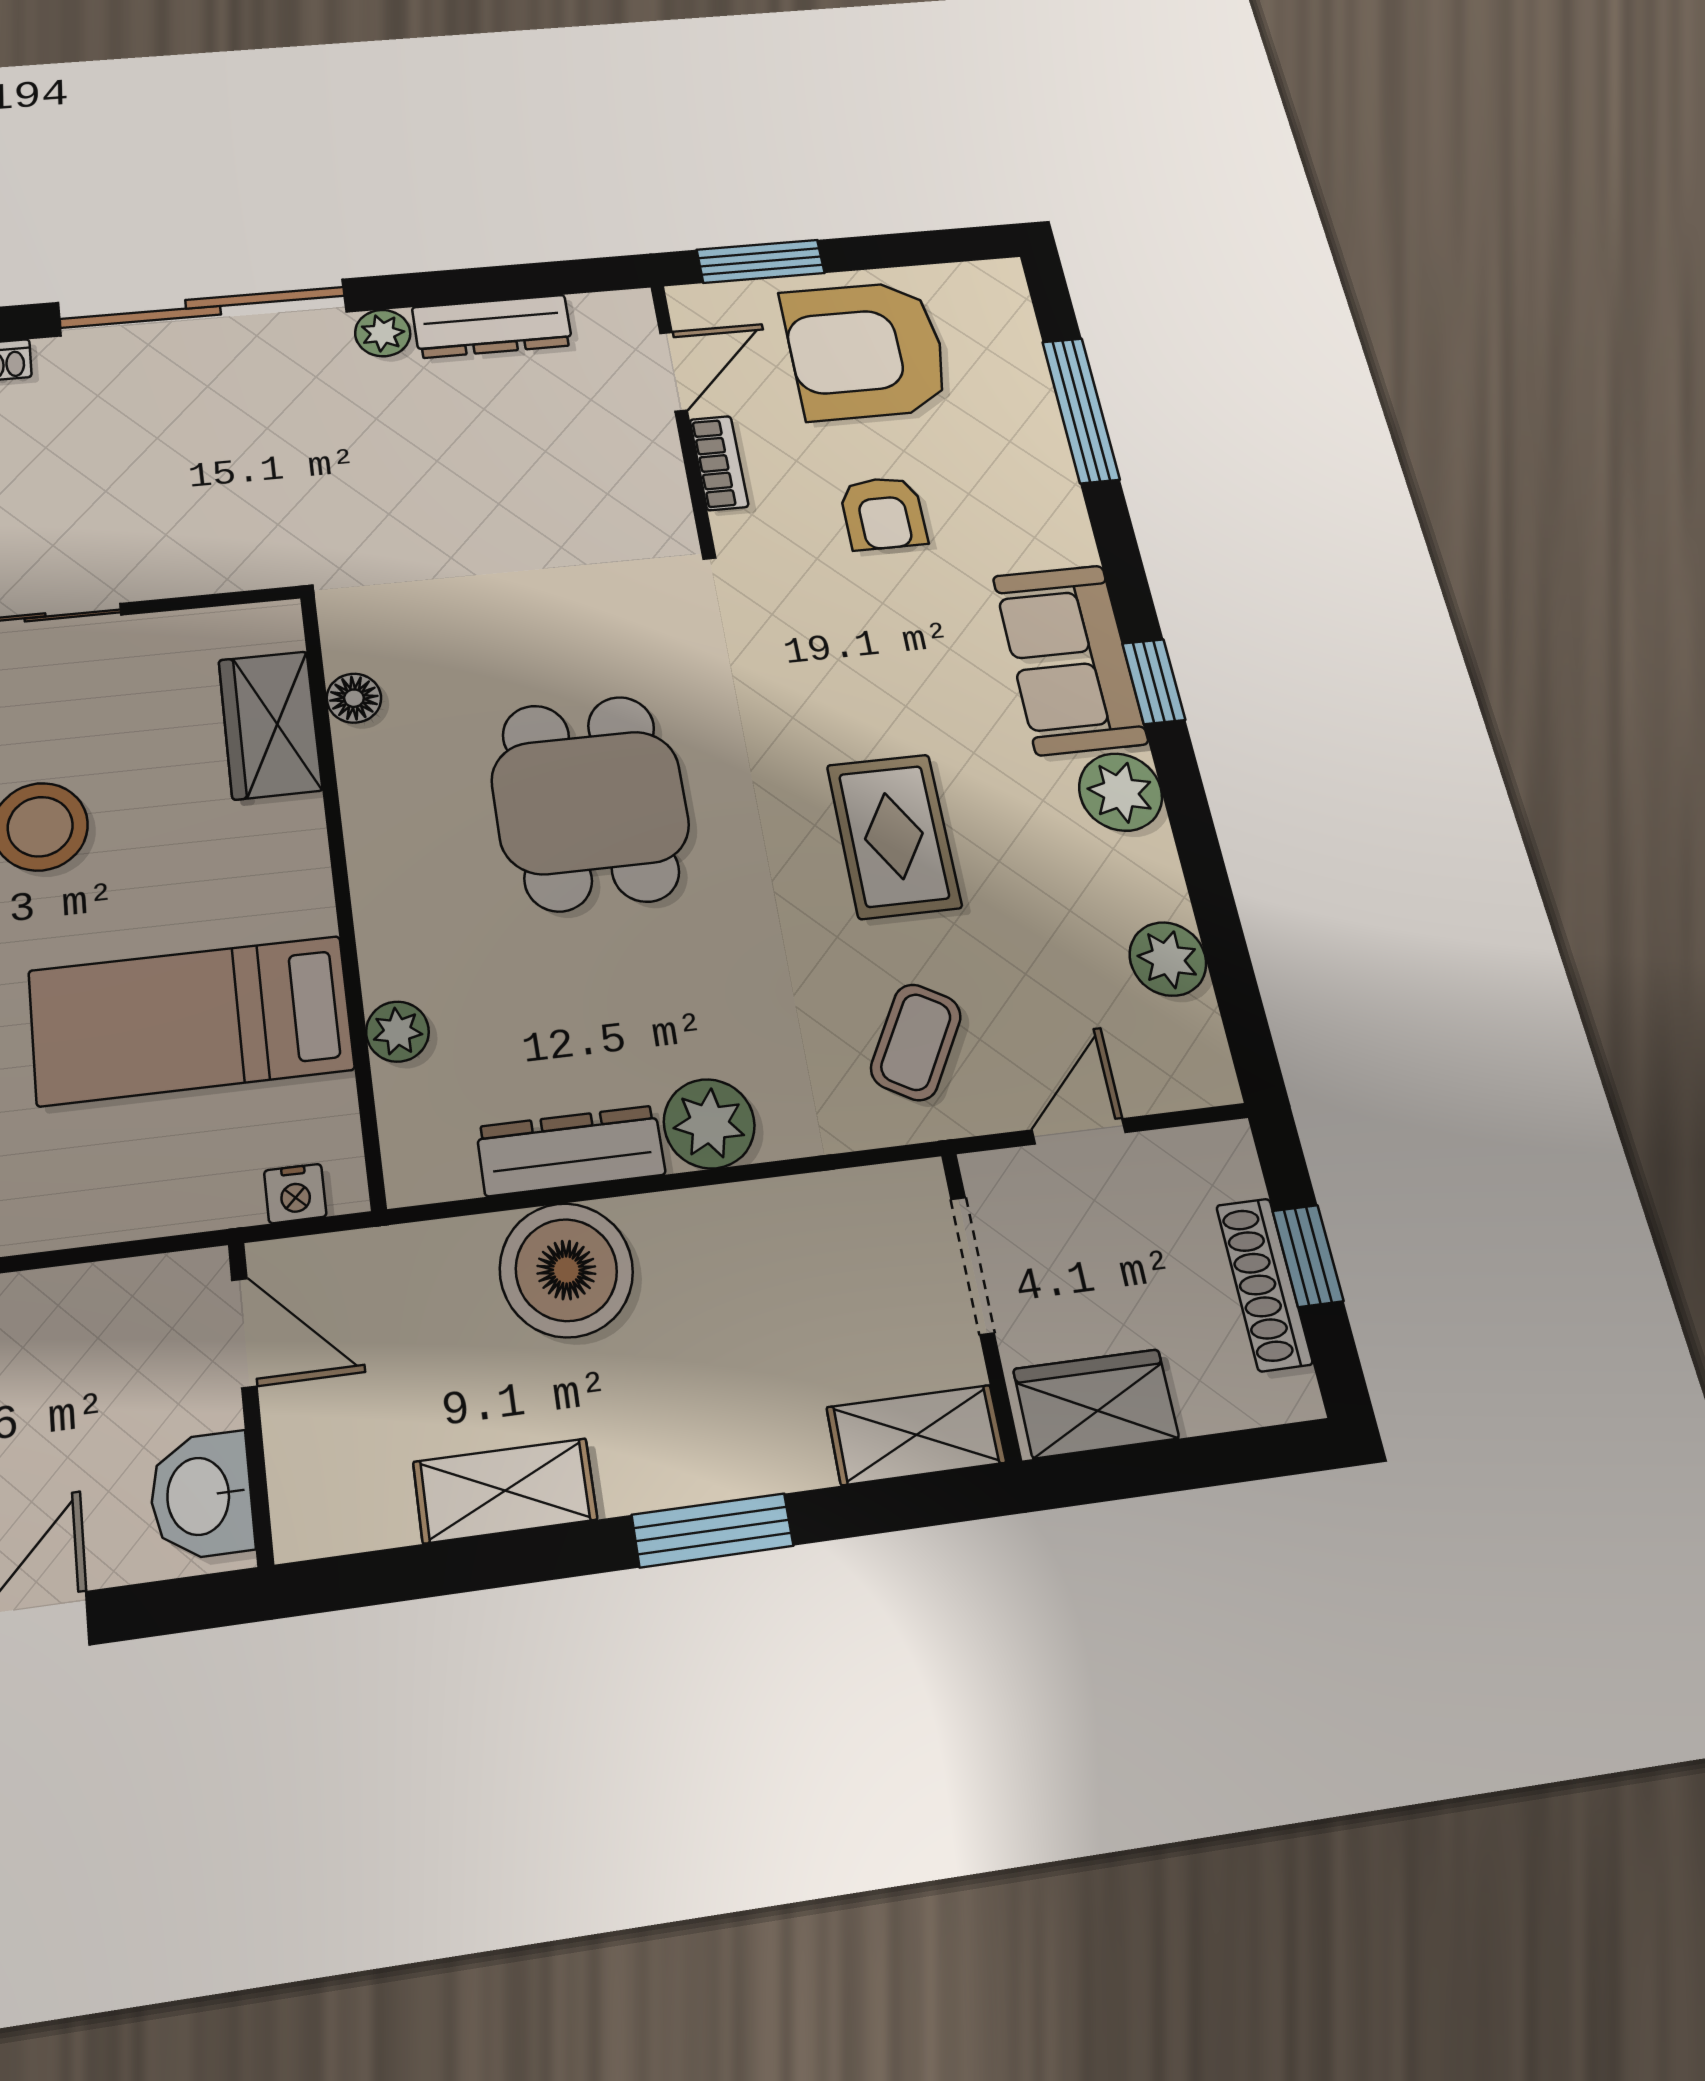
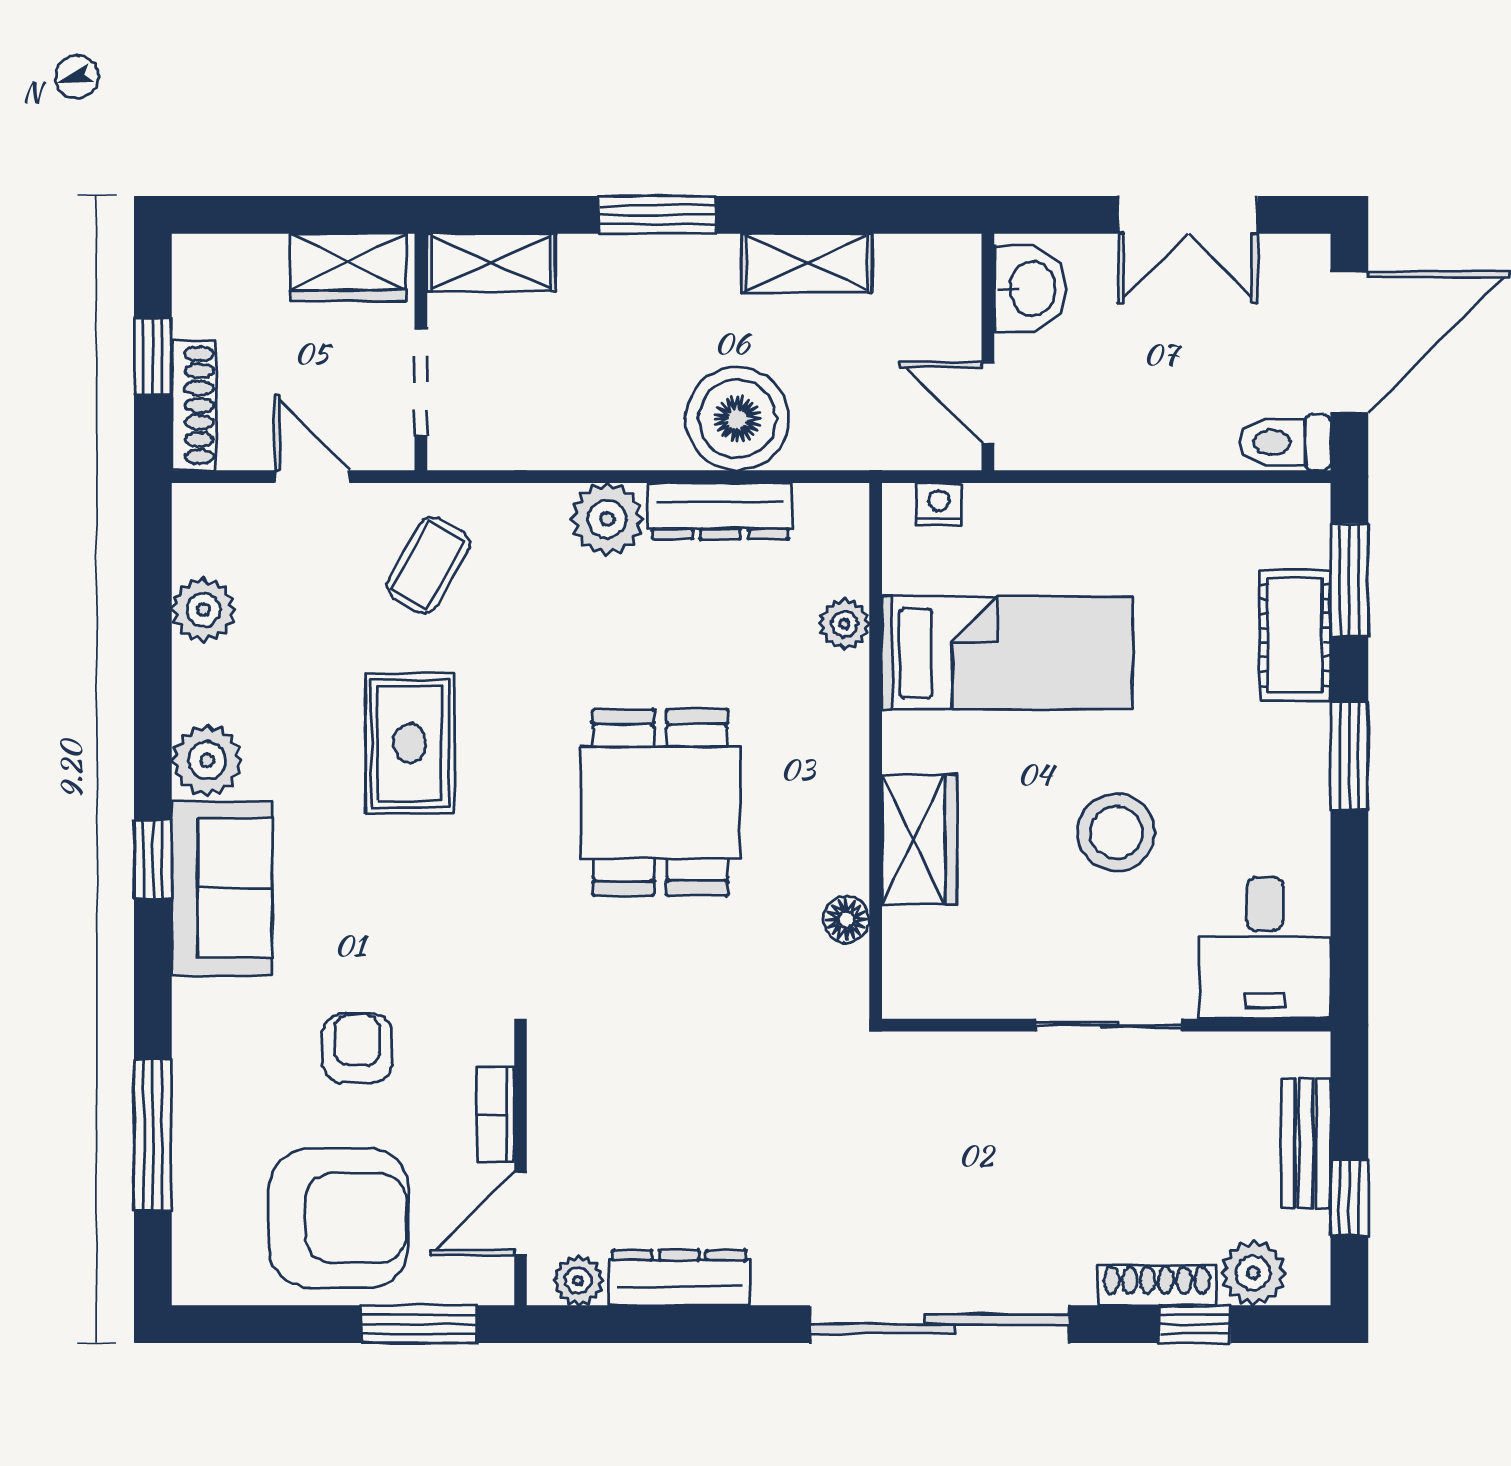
plant: (383, 333) -> (578, 1280), moved
wardrobe: (270, 725) -> (920, 840), moved
door: (1079, 1131) -> (312, 477), swing flipped
shoe rack: (1264, 1284) -> (194, 405), moved

